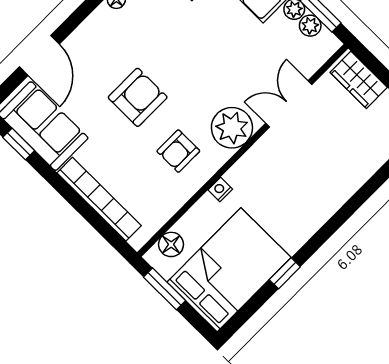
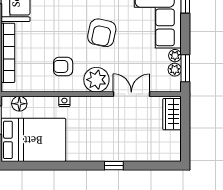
armchair: (138, 97) -> (102, 33), moved, turned 102
window: (285, 273) -> (114, 166), moved

